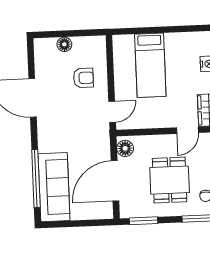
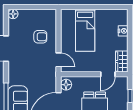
floor lamp: (64, 44) -> (13, 14), moved
door: (112, 112) -> (58, 60), hinge flipped

